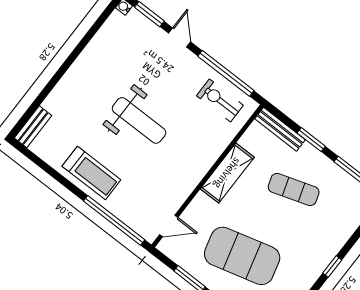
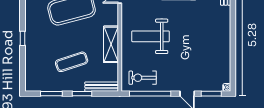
exercise bike: (220, 100) -> (143, 78), turned 180
weight bench: (139, 120) -> (151, 36), moved

